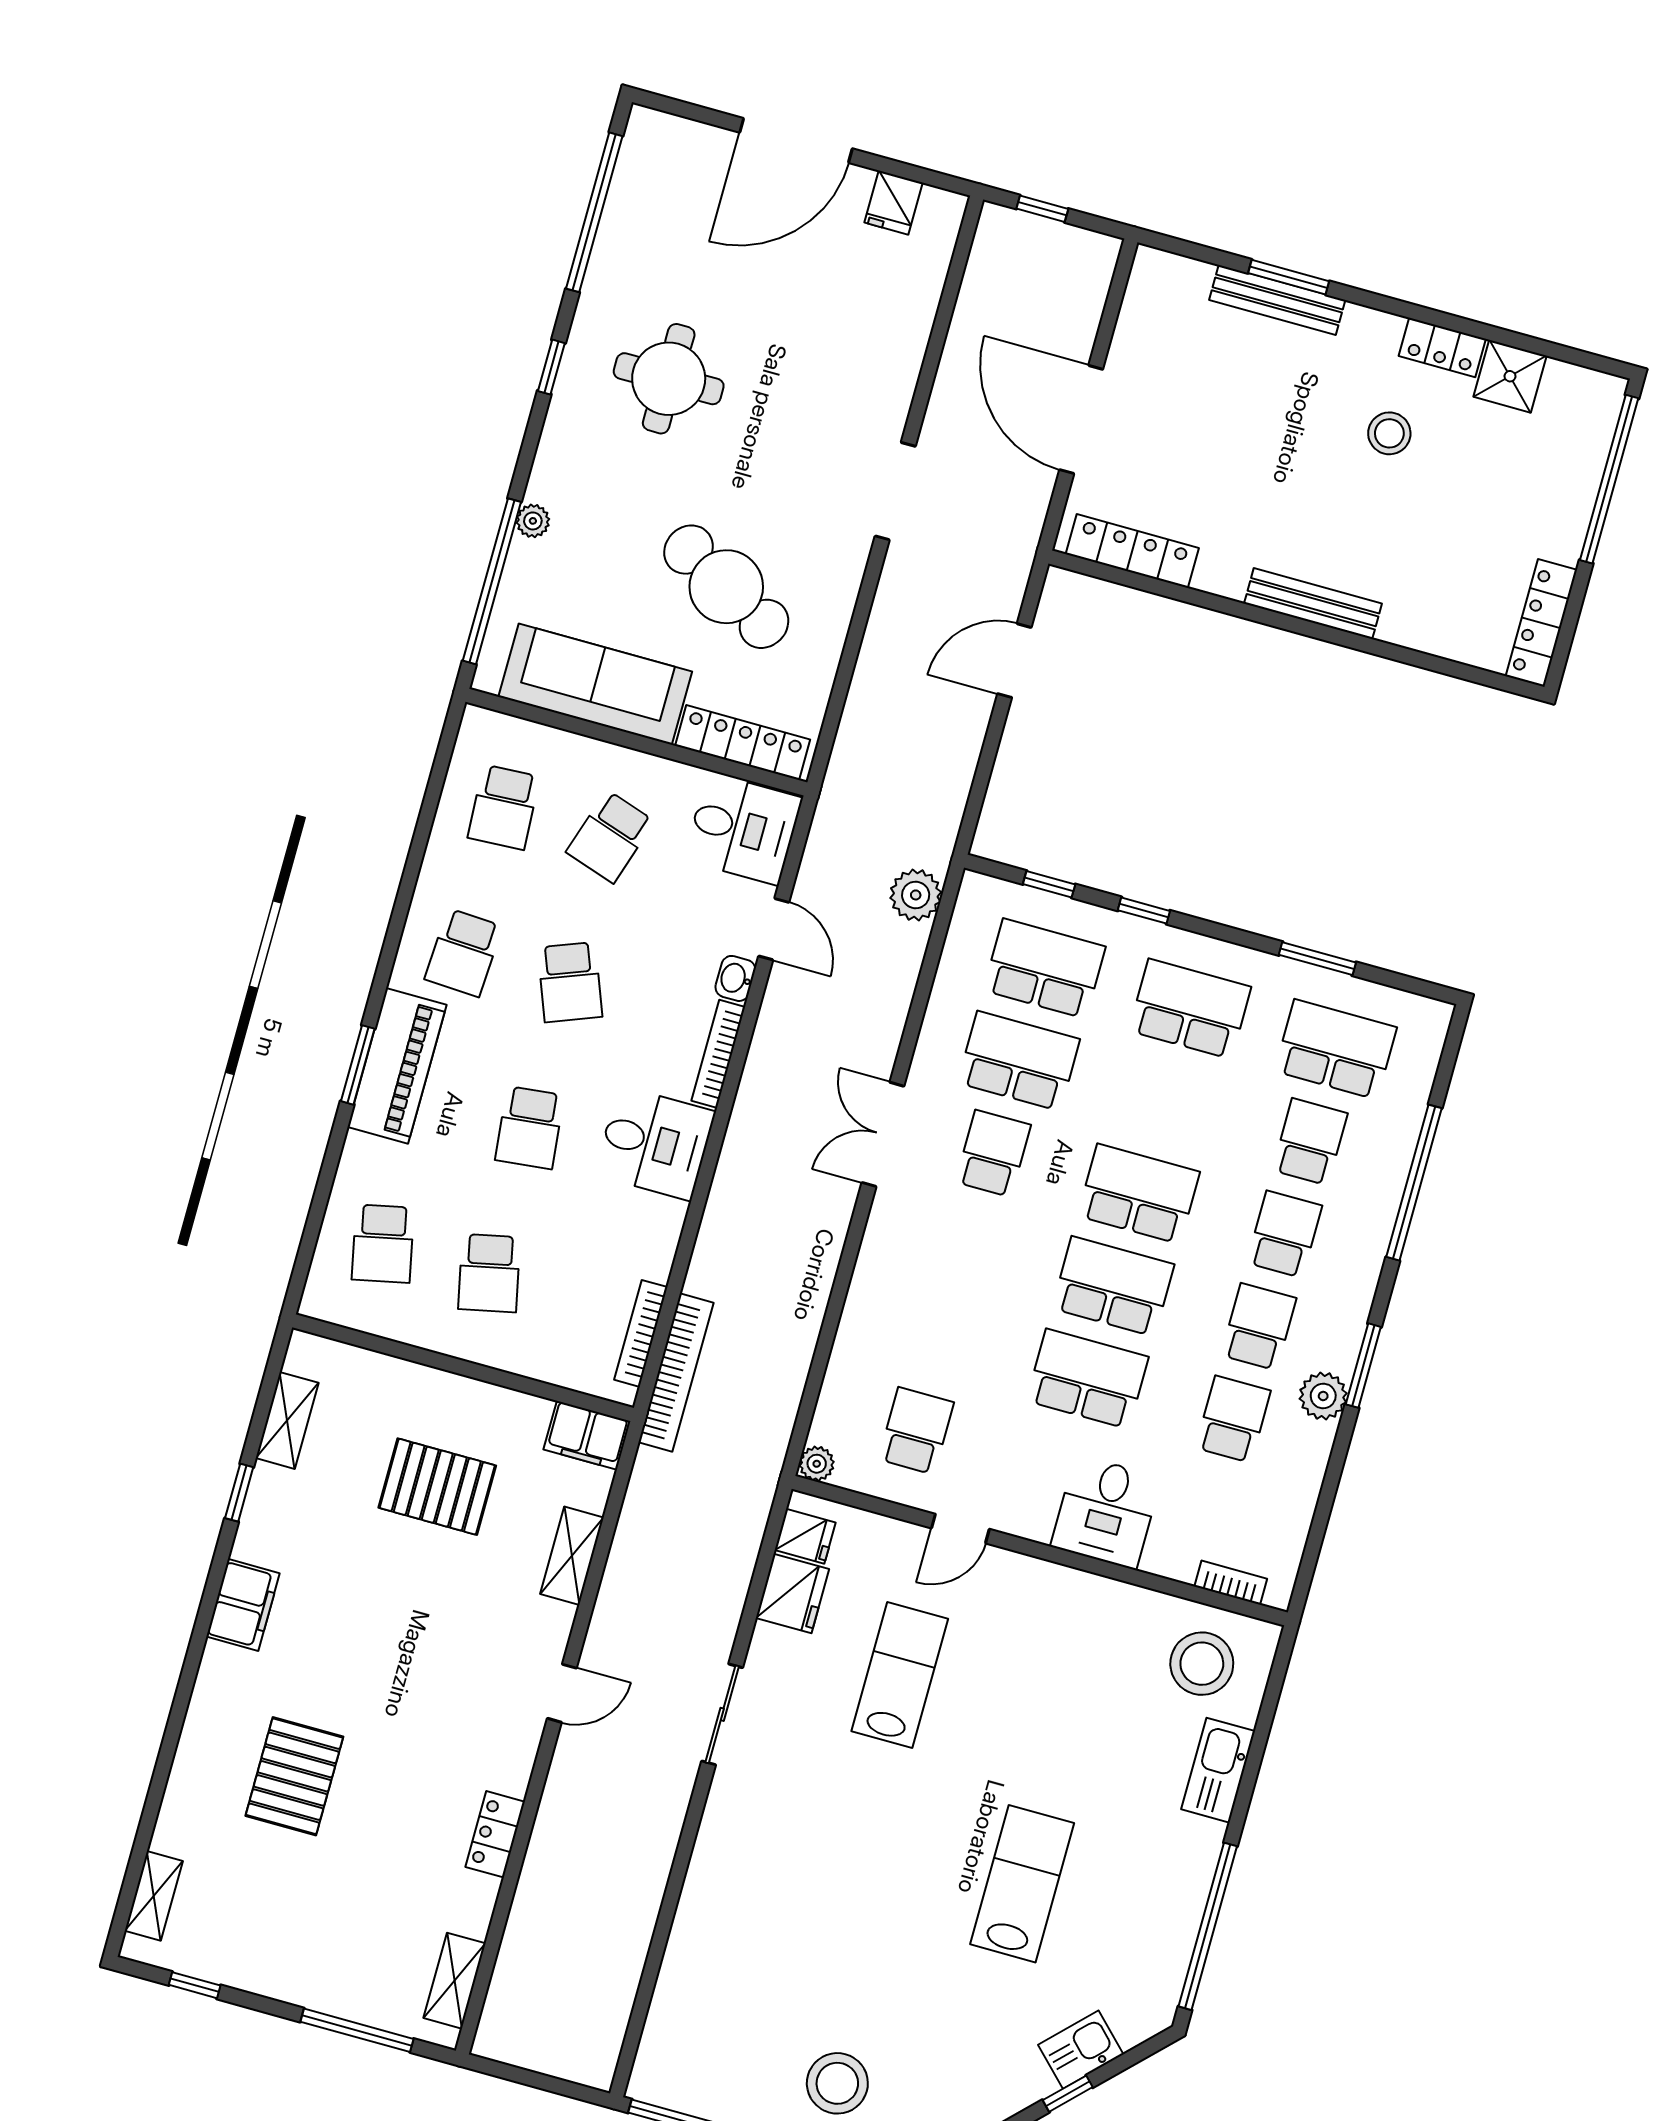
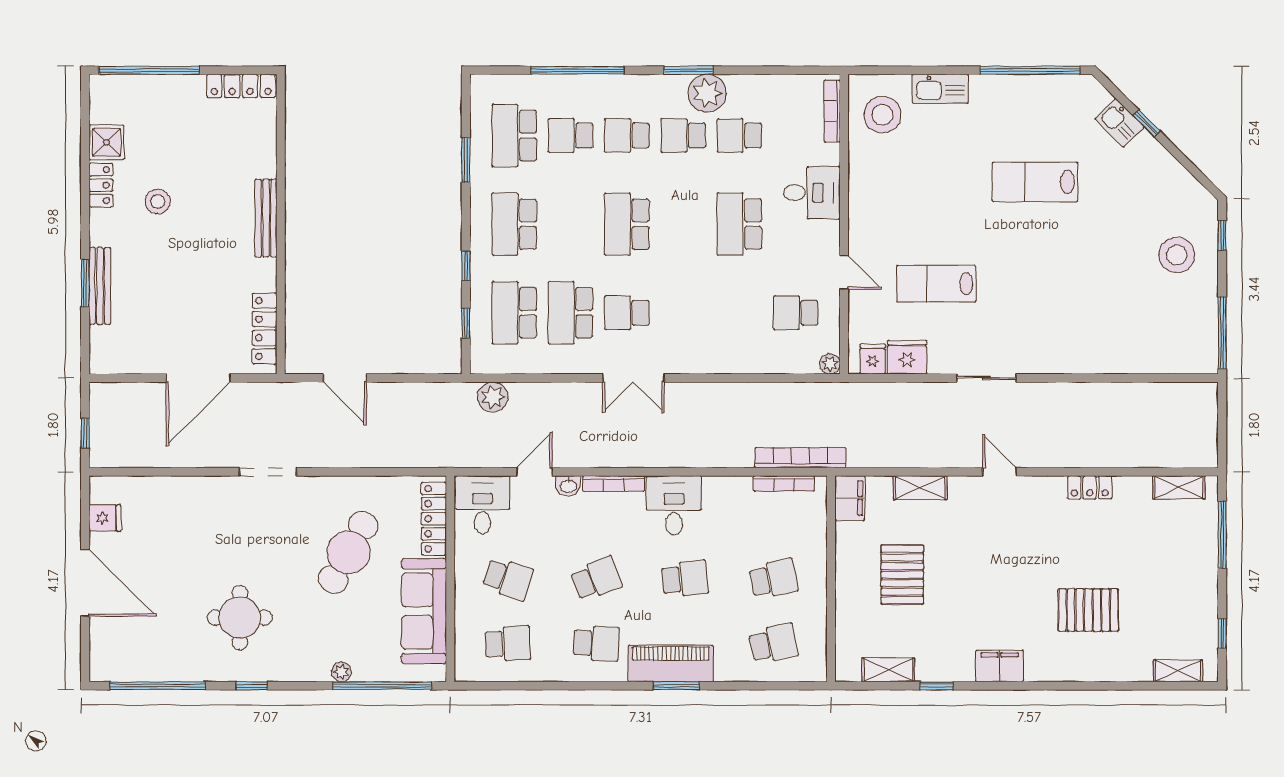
school desk: (1113, 1286) -> (683, 224), removed
plant: (1323, 1396) -> (707, 93), width x1.36, depth x1.36
bookcase: (1231, 1583) -> (832, 111), width x1.56

